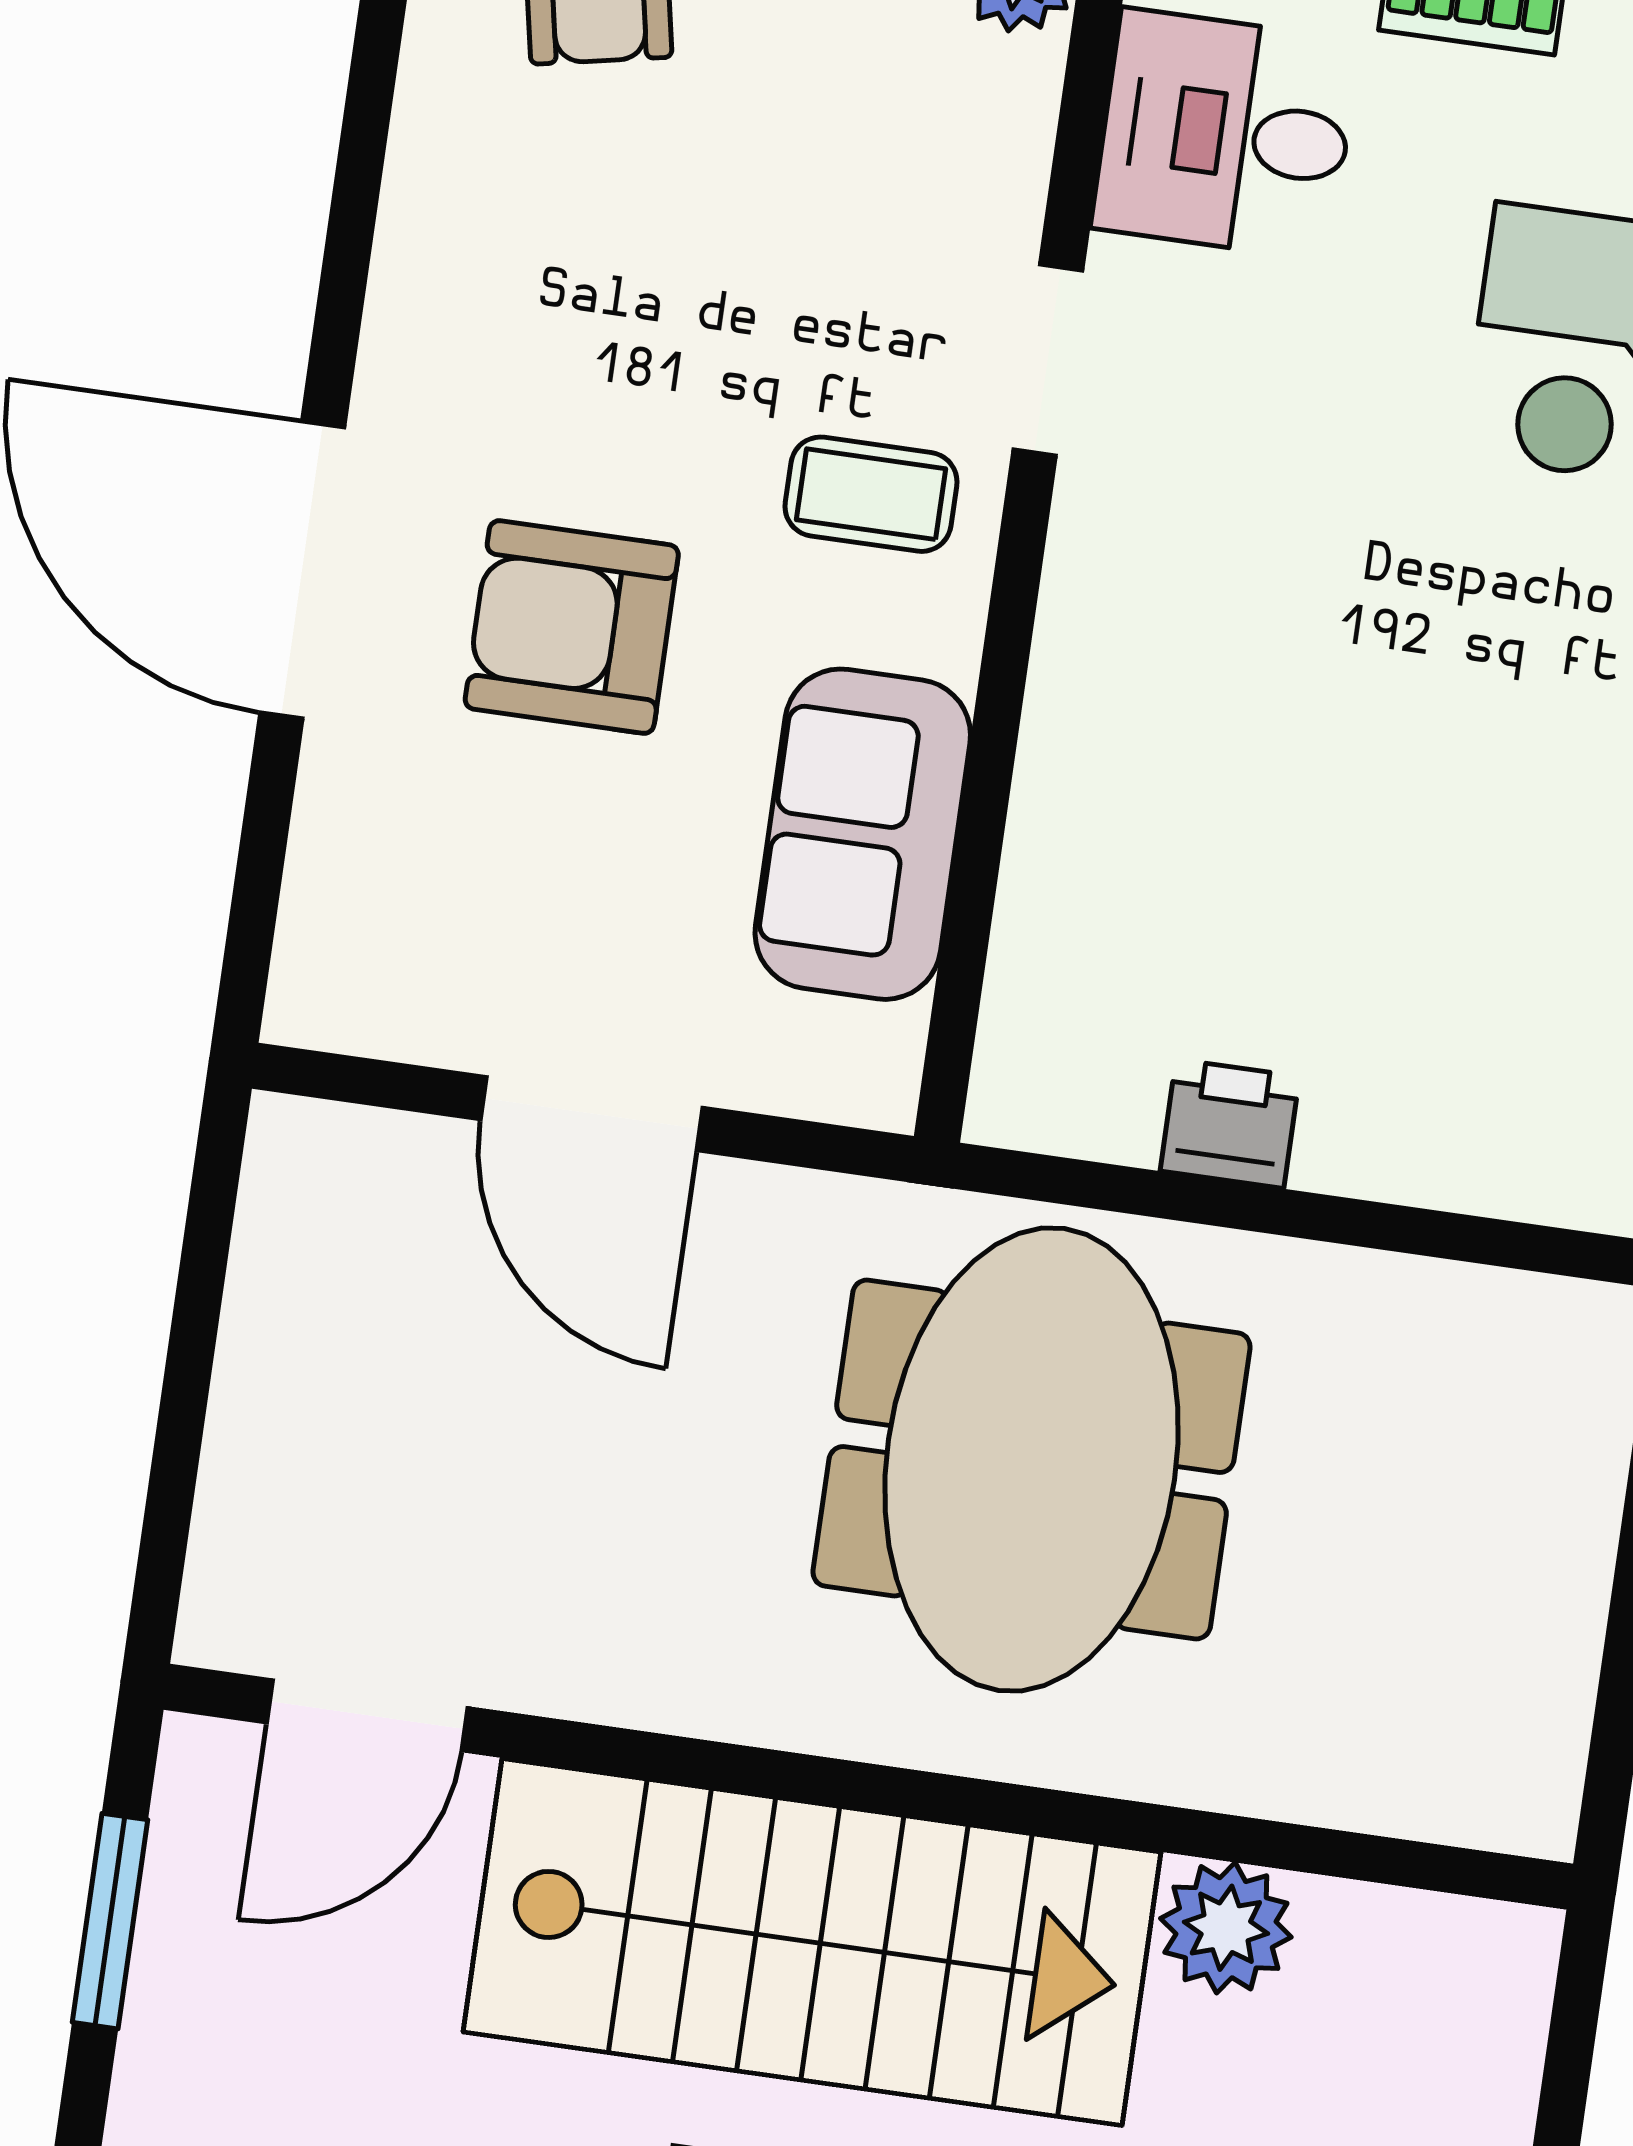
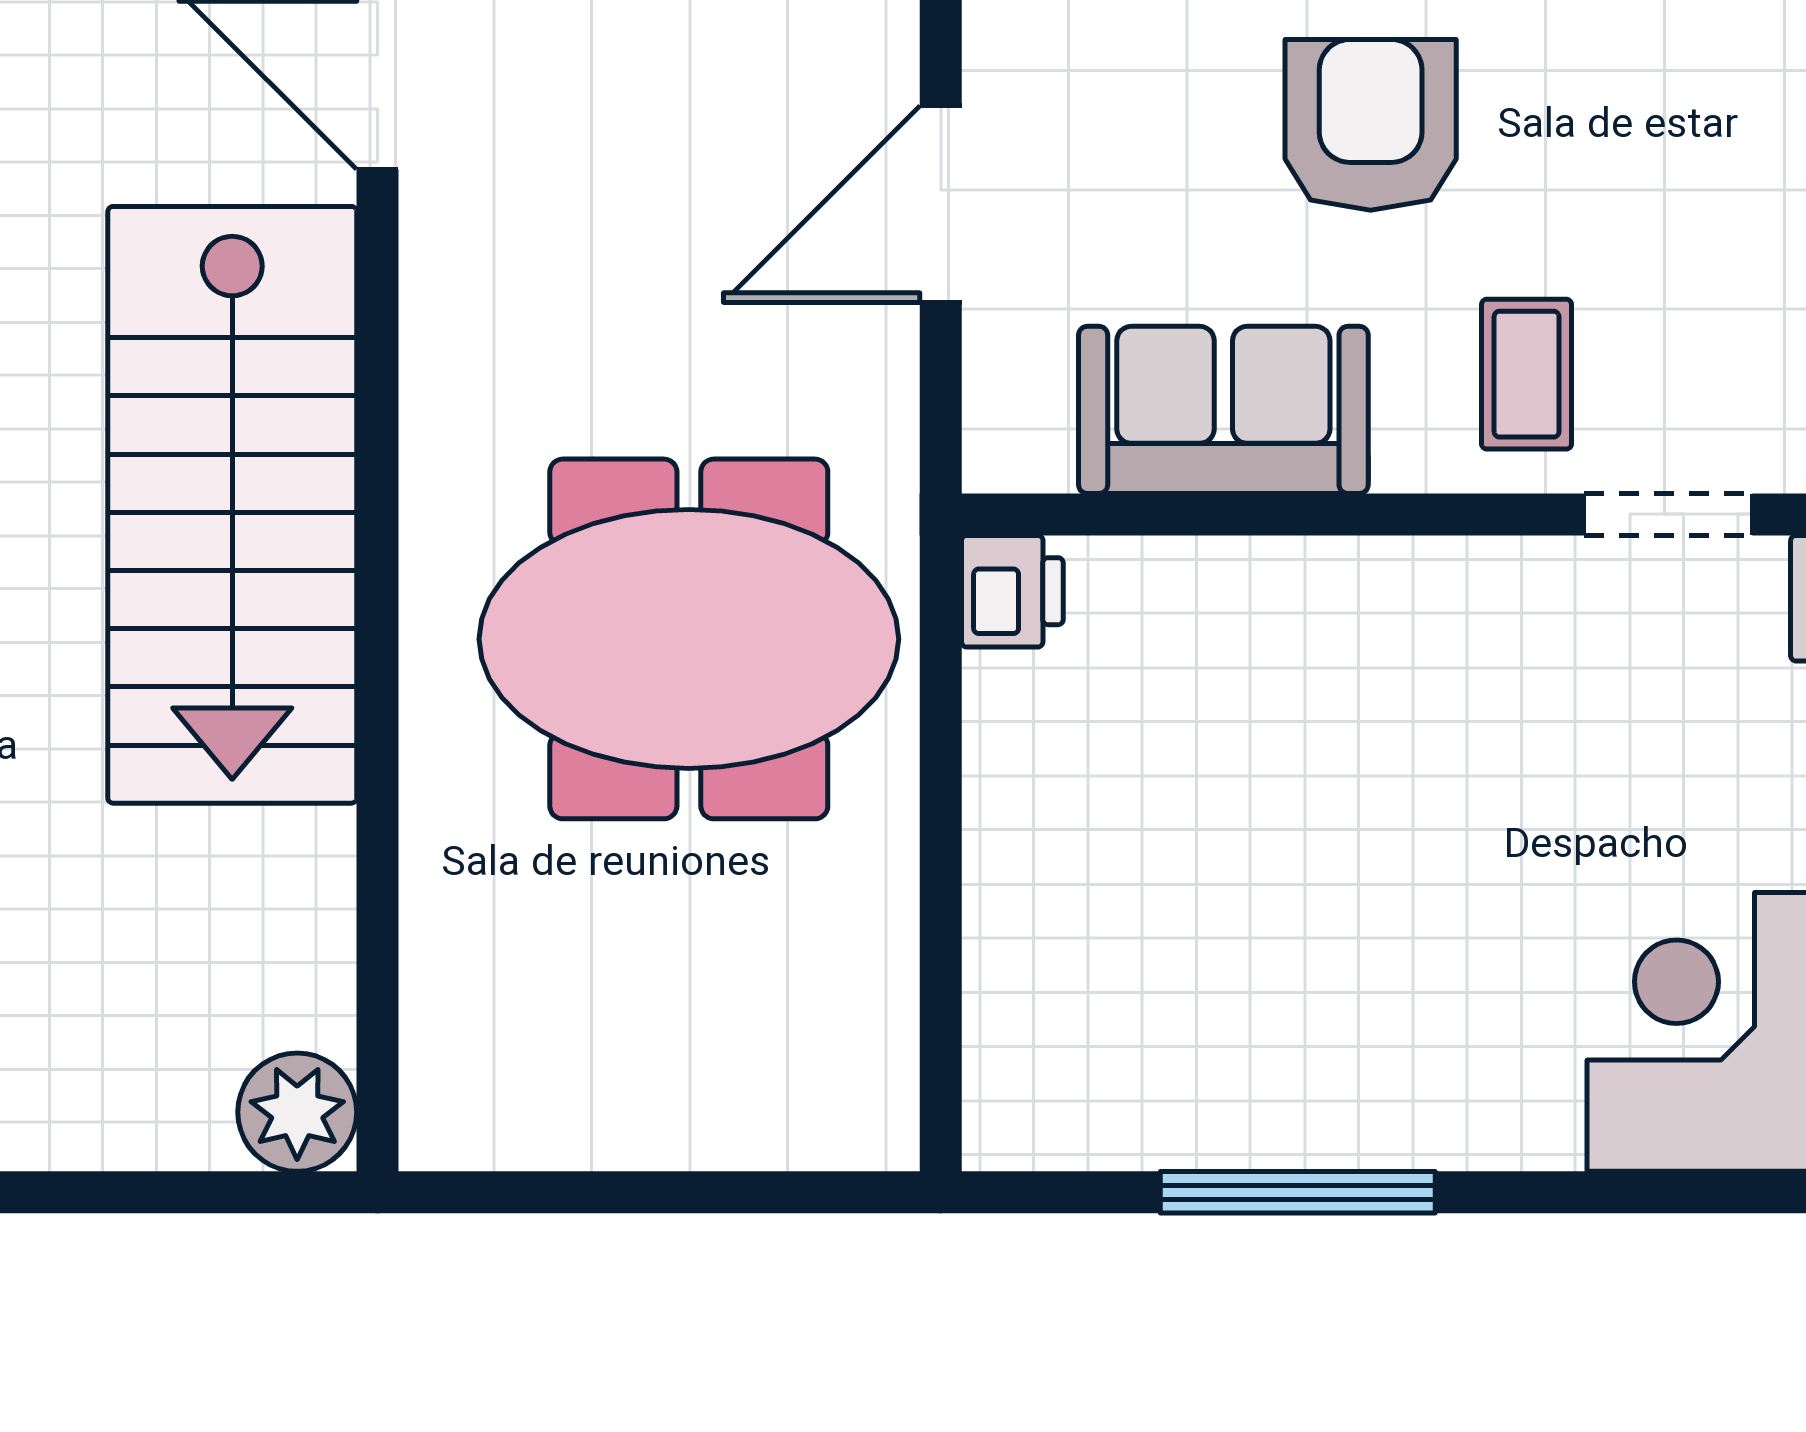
printer: (1230, 1124) -> (1012, 591), moved
plant: (1226, 1928) -> (297, 1112), moved

